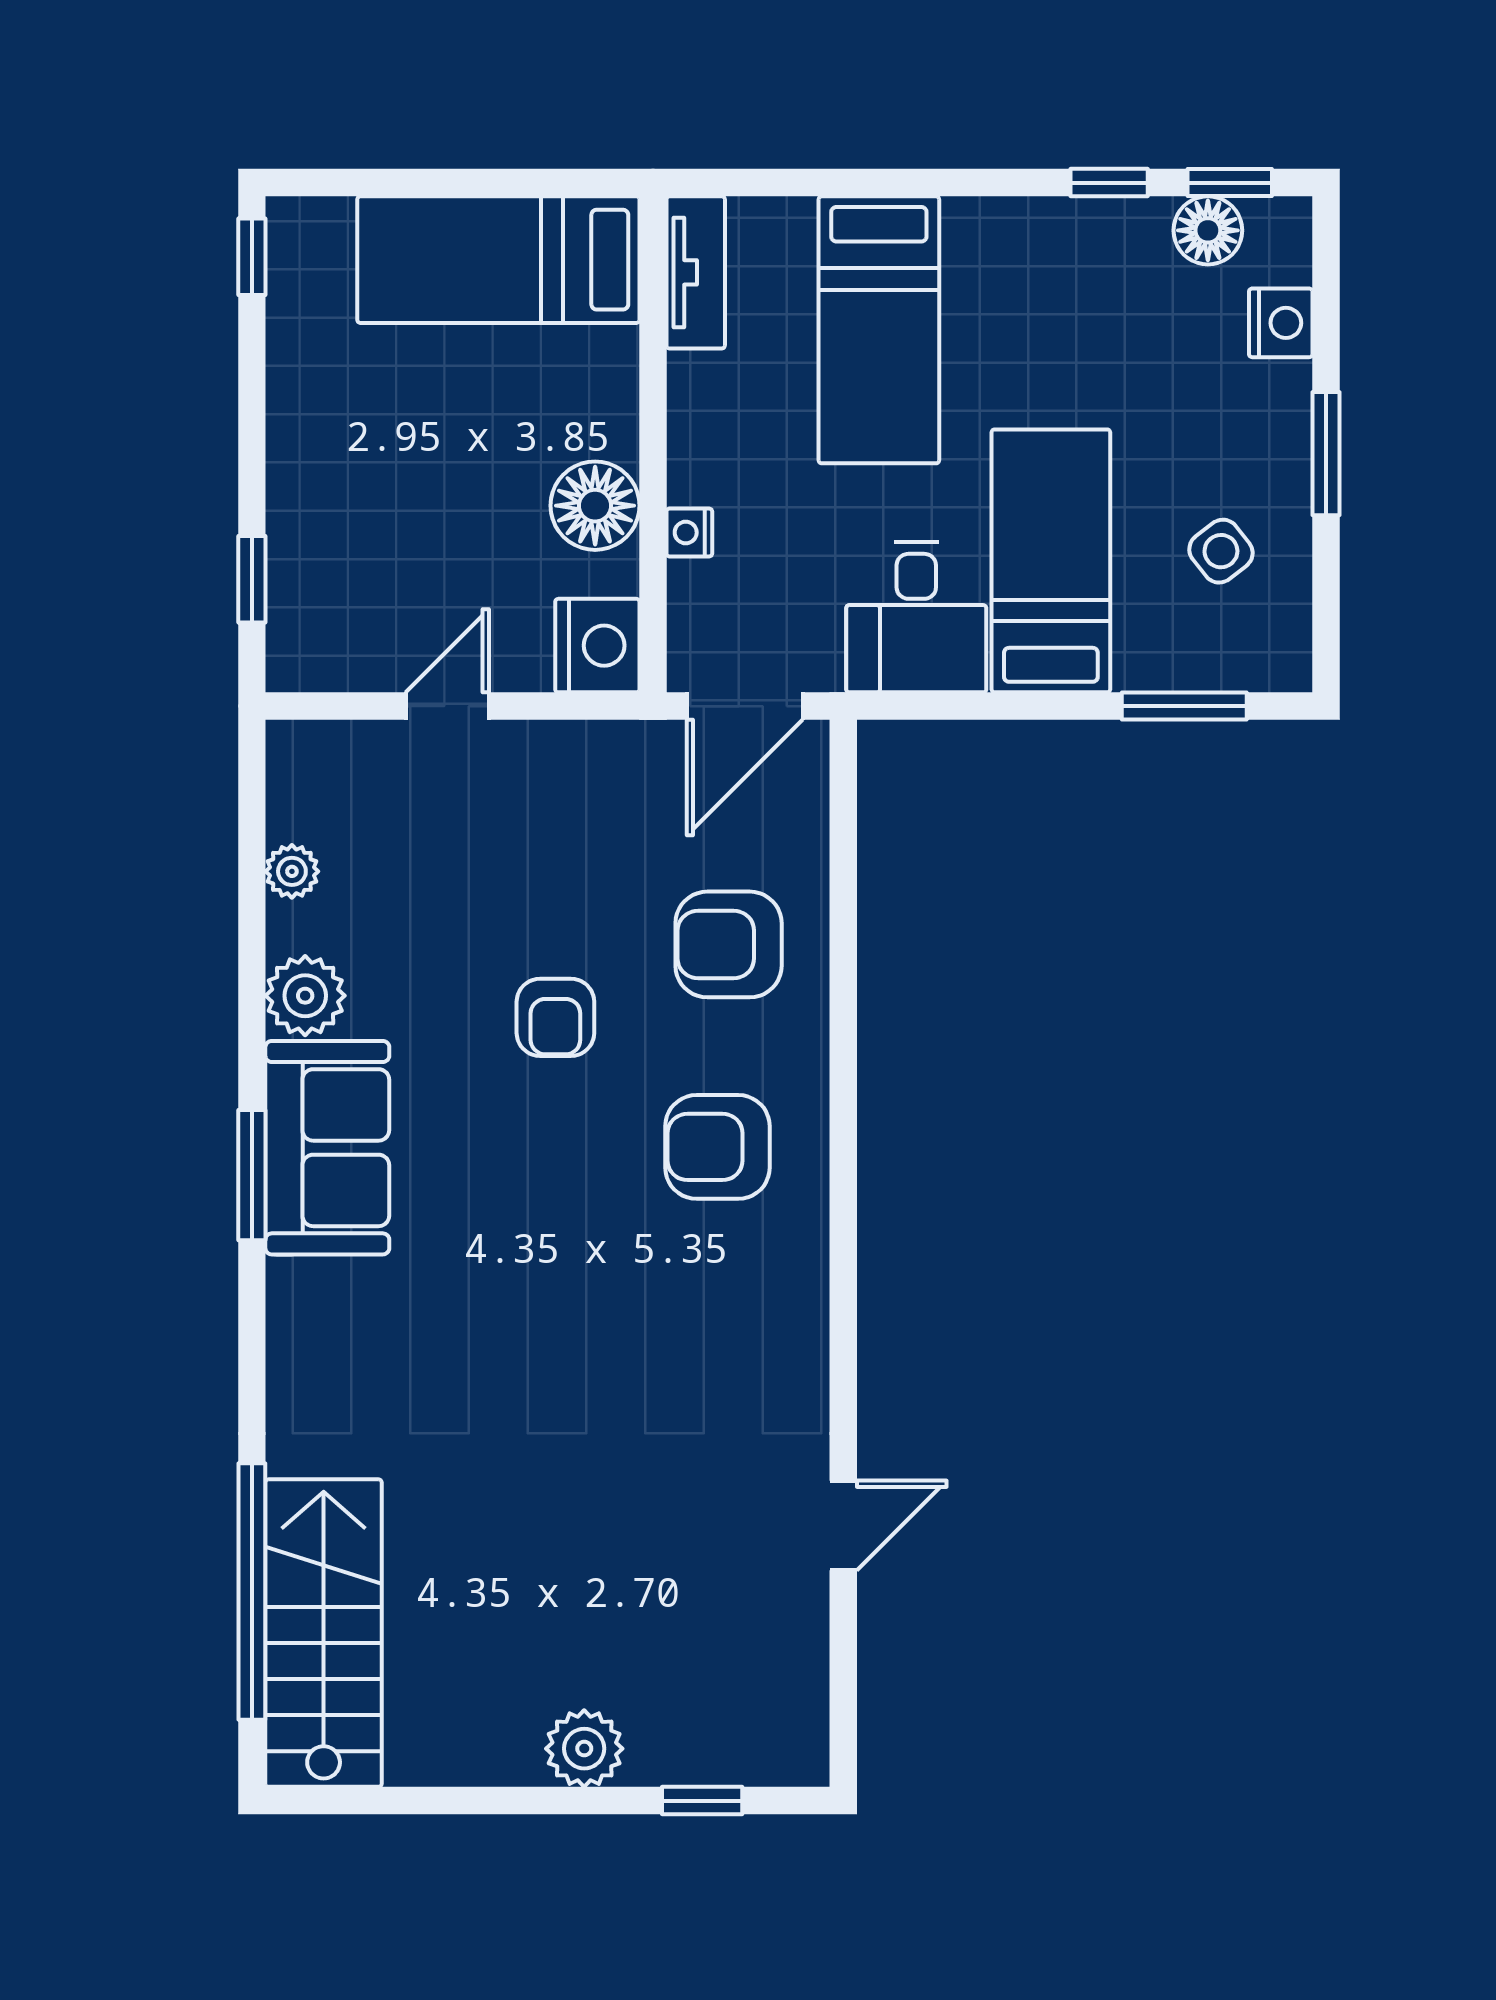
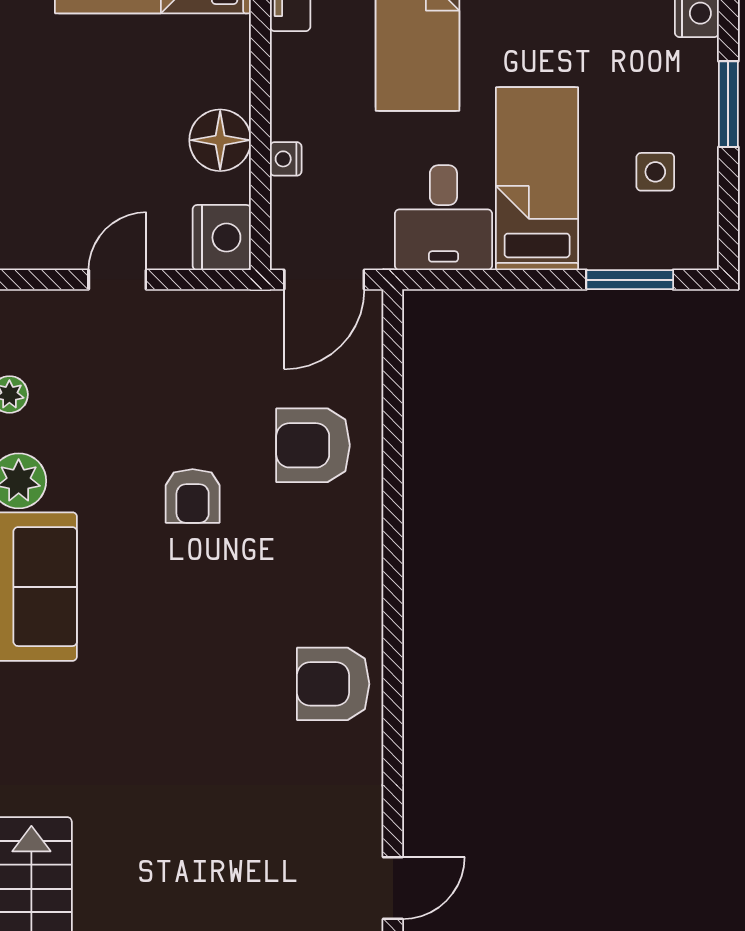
side table: (1221, 551) -> (655, 172), turned 38
armchair: (717, 1147) -> (333, 684), moved
door: (843, 1526) -> (393, 888), moved

